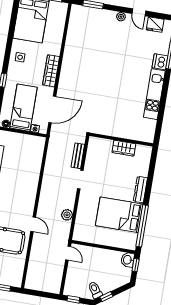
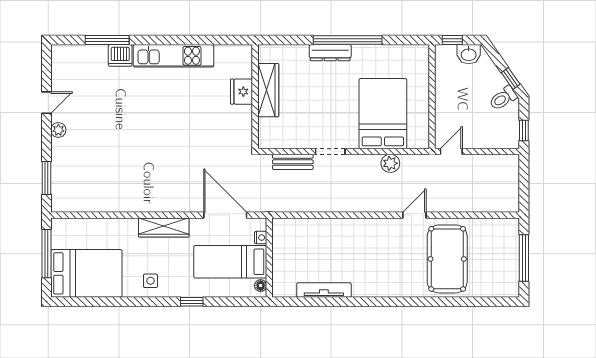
fridge: (155, 25) -> (242, 92), moved, turned 180
wardrobe: (124, 148) -> (268, 90), width x1.50
bed: (119, 215) -> (383, 114), moved, turned 180
window: (142, 226) -> (348, 40), moved
washbasin: (128, 260) -> (469, 54), moved

